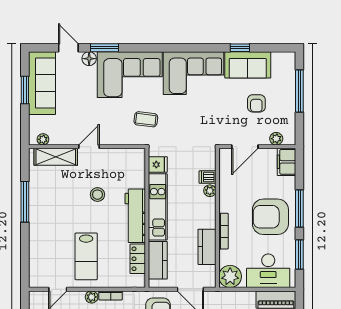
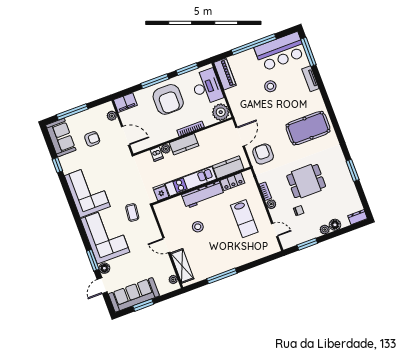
sofa: (248, 65) -> (61, 138), moved
kitchen counter: (207, 247) -> (184, 144), moved
lab bench: (86, 256) -> (244, 219), turned 90

